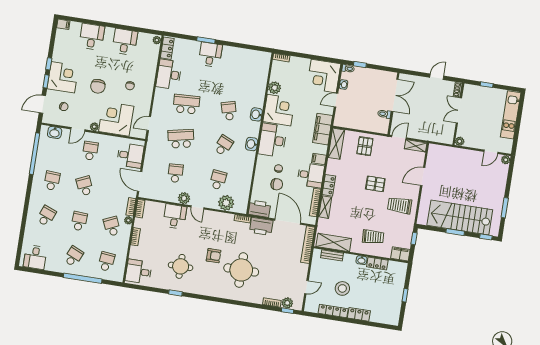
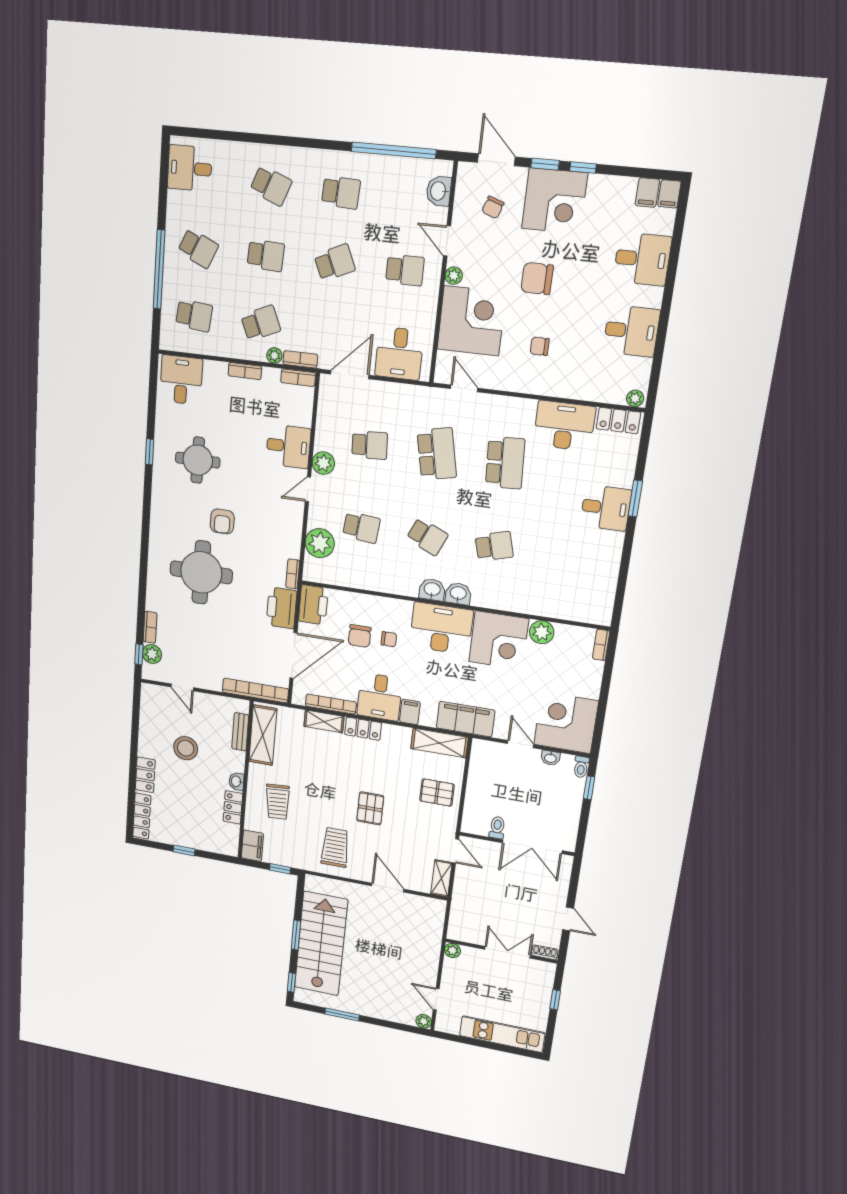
filing cabinet: (62, 34) -> (647, 192), added
washbasin: (256, 114) -> (458, 594), moved
locker: (333, 311) -> (142, 816), moved

